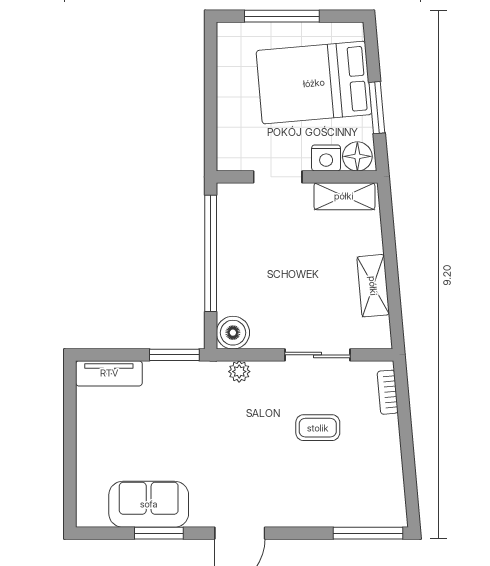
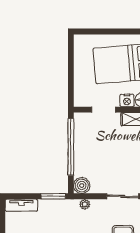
window: (282, 16) -> (105, 31), removed

